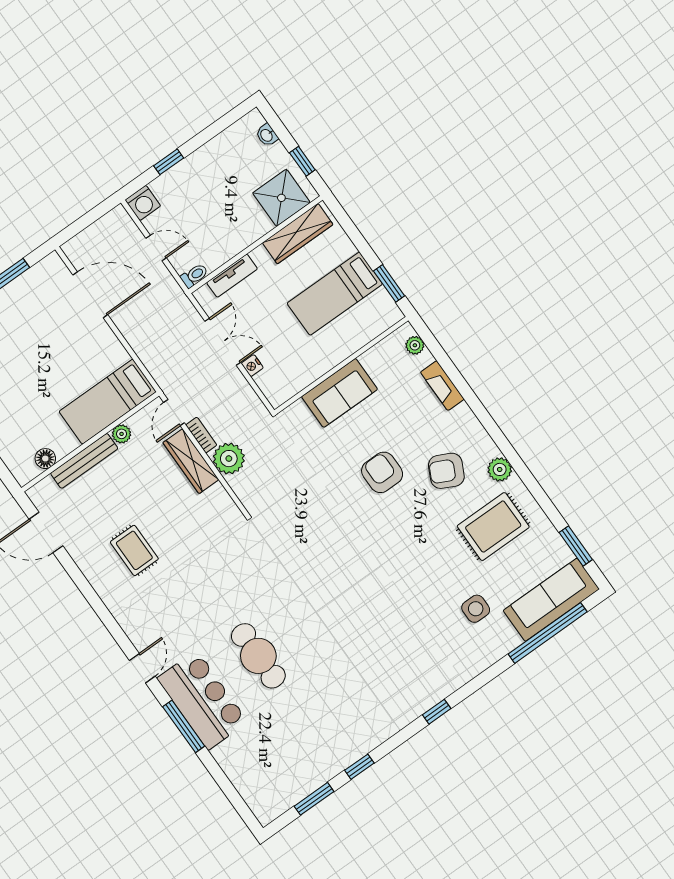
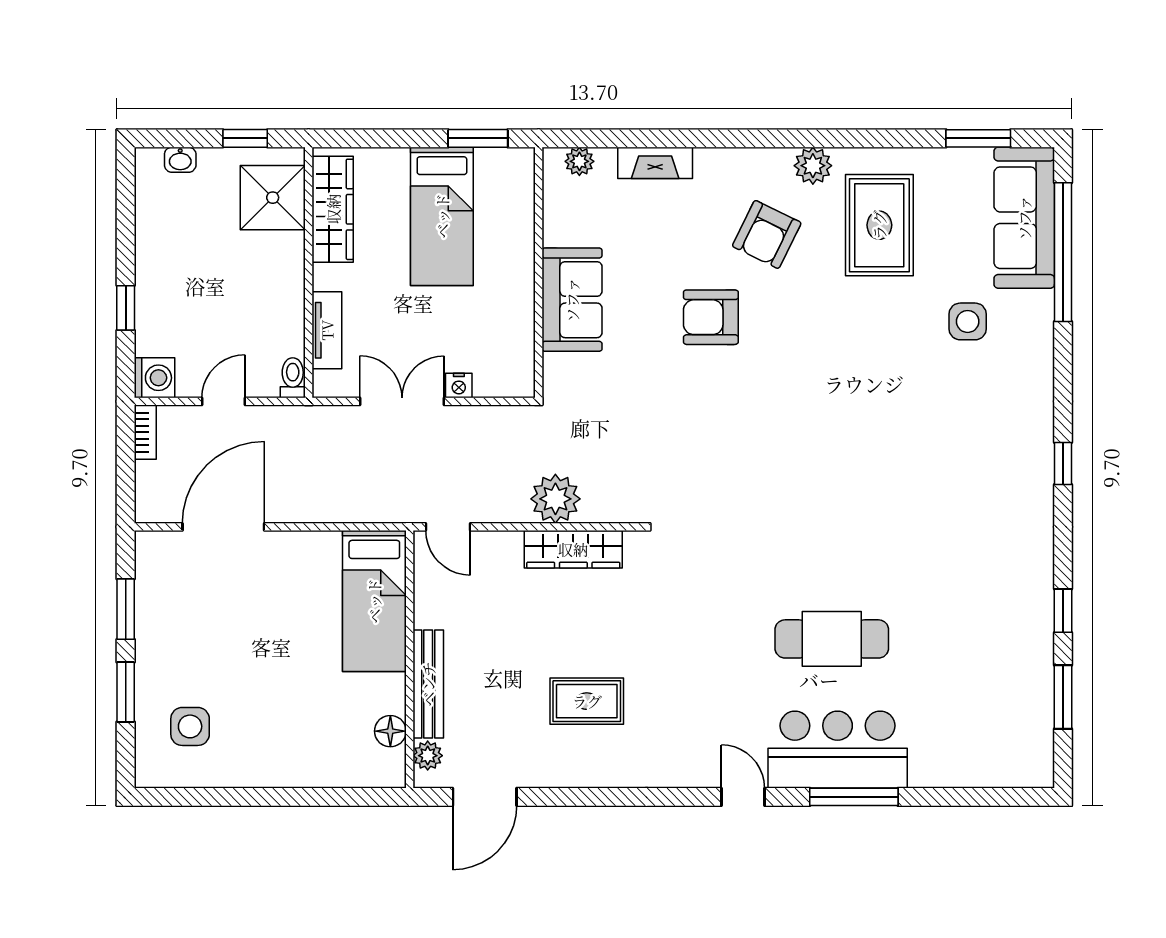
plant: (122, 434) -> (428, 756), moved
bookcase: (201, 435) -> (145, 432), moved, turned 90
wardrobe: (191, 461) -> (573, 549), moved

